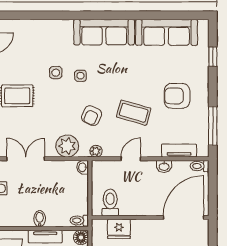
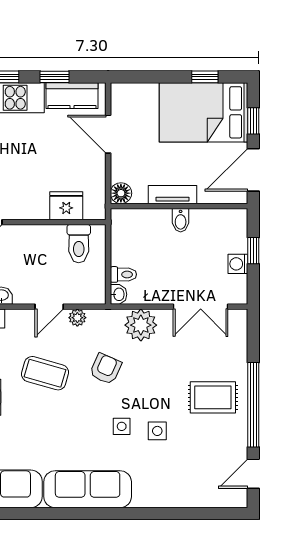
plant: (96, 151) -> (77, 318), moved
toilet: (79, 220) -> (123, 274), moved

